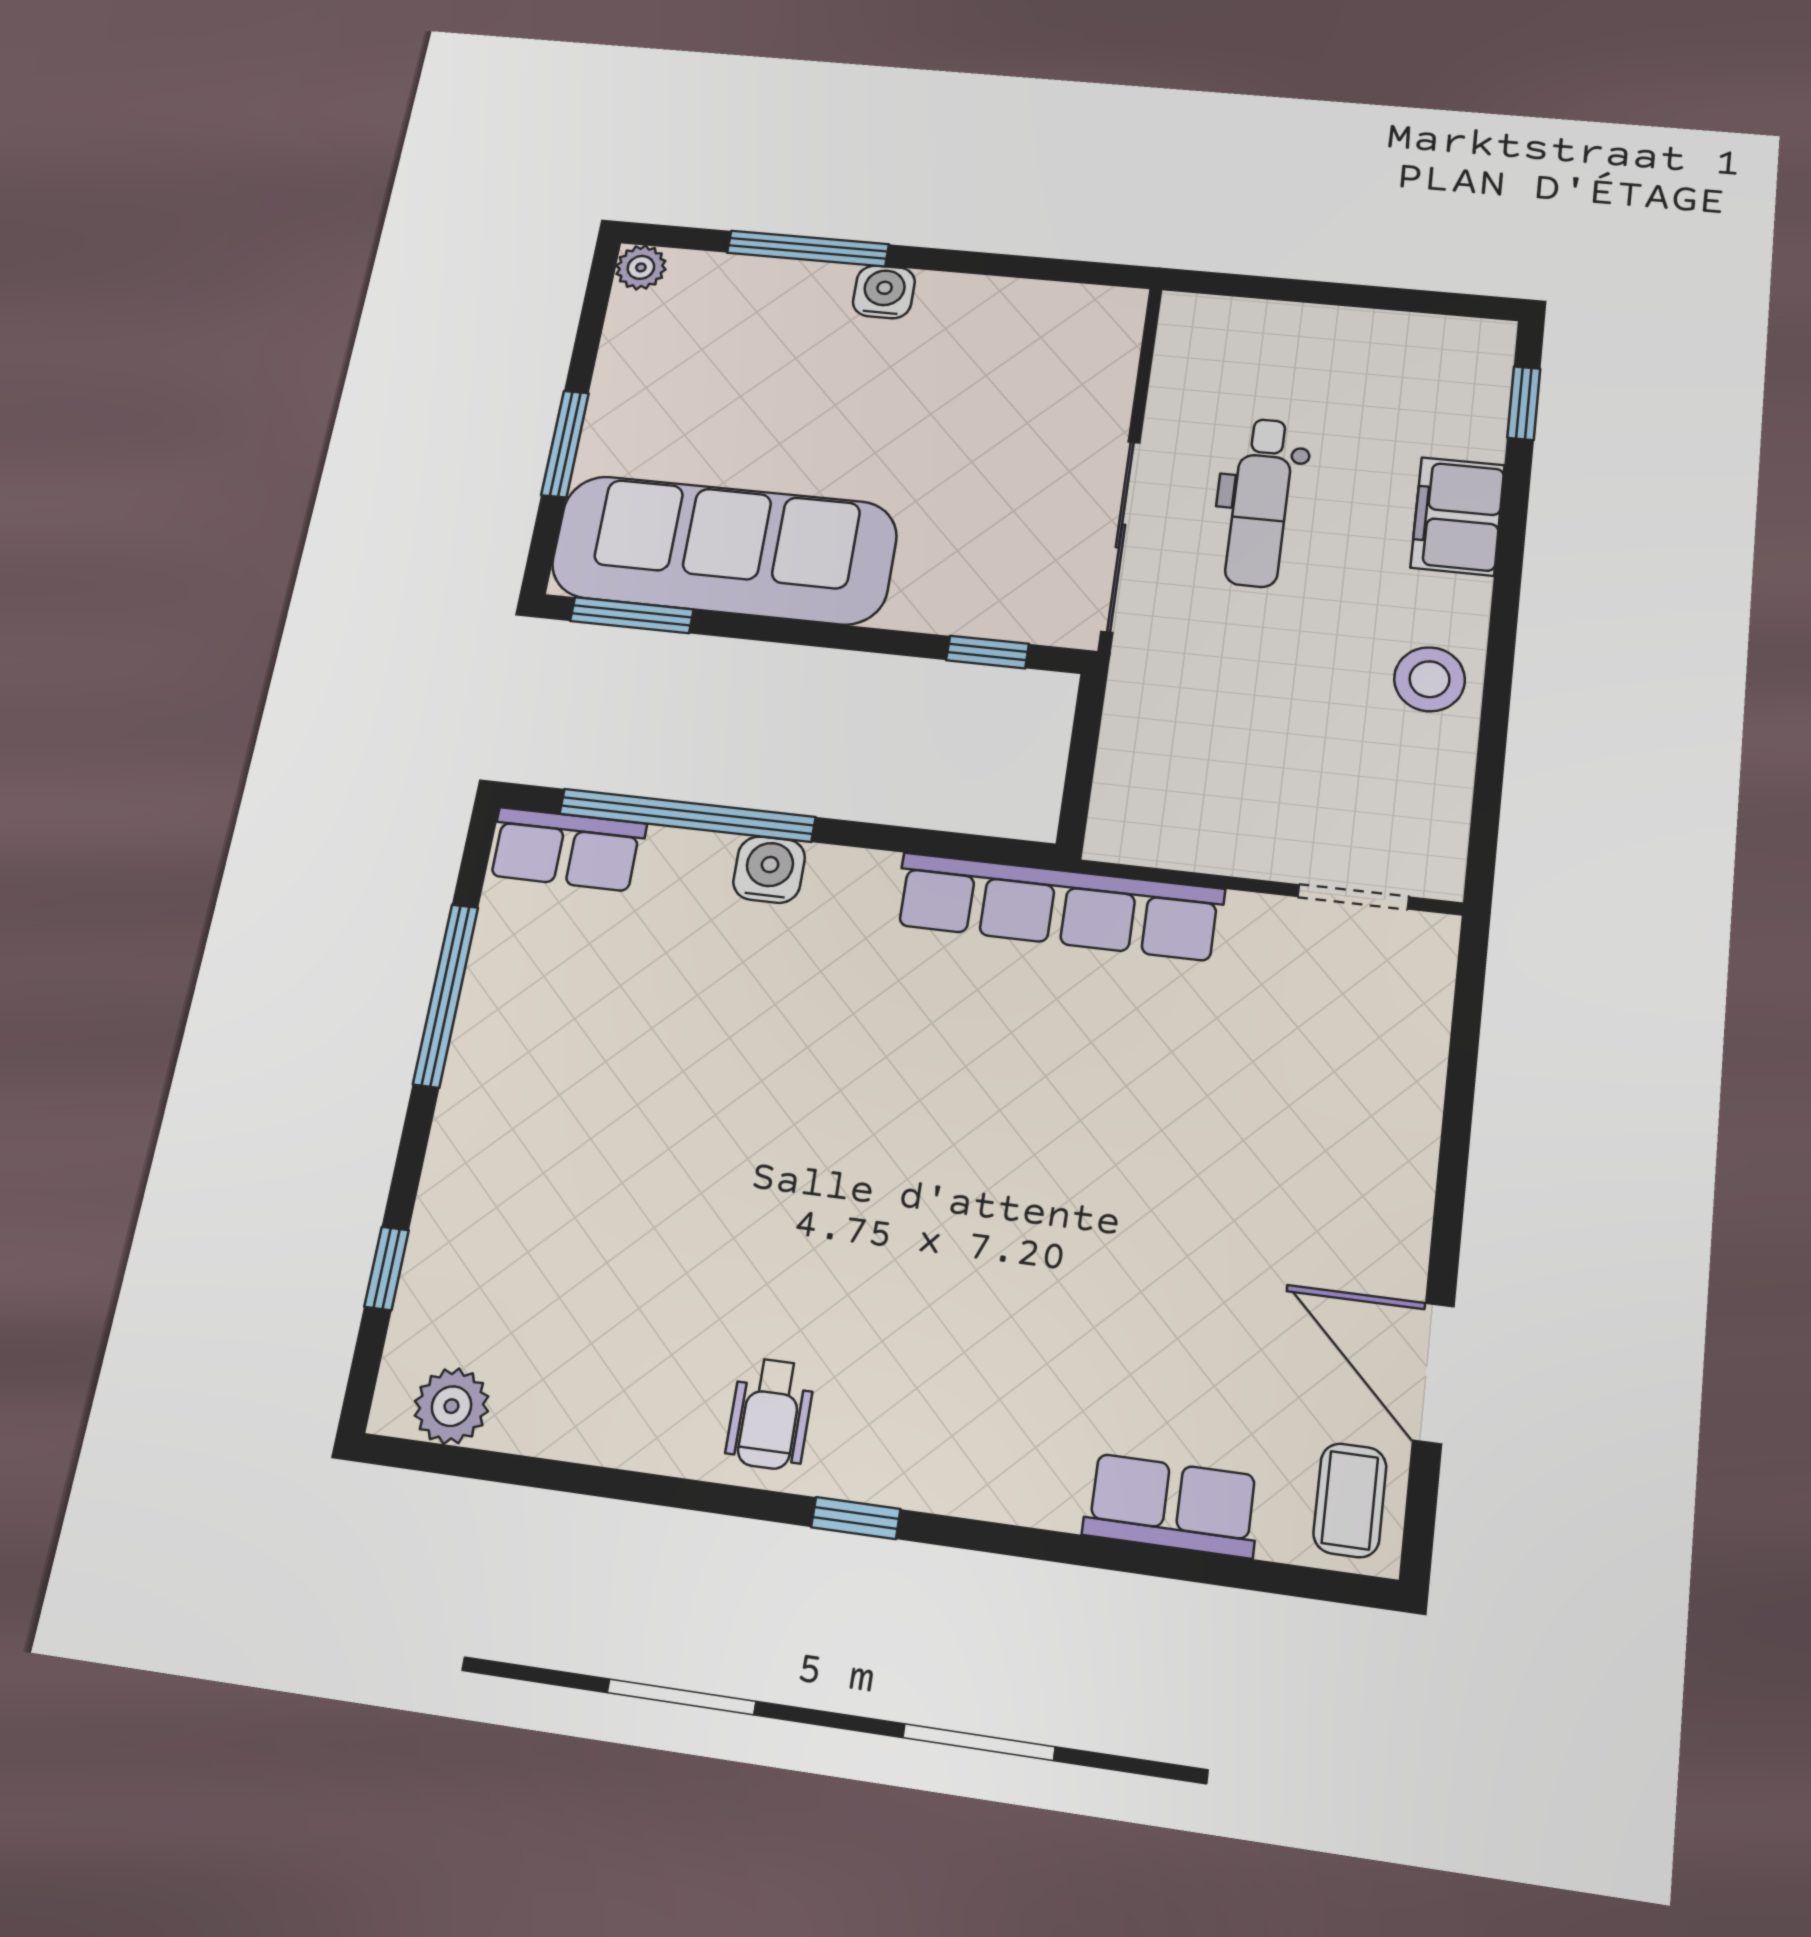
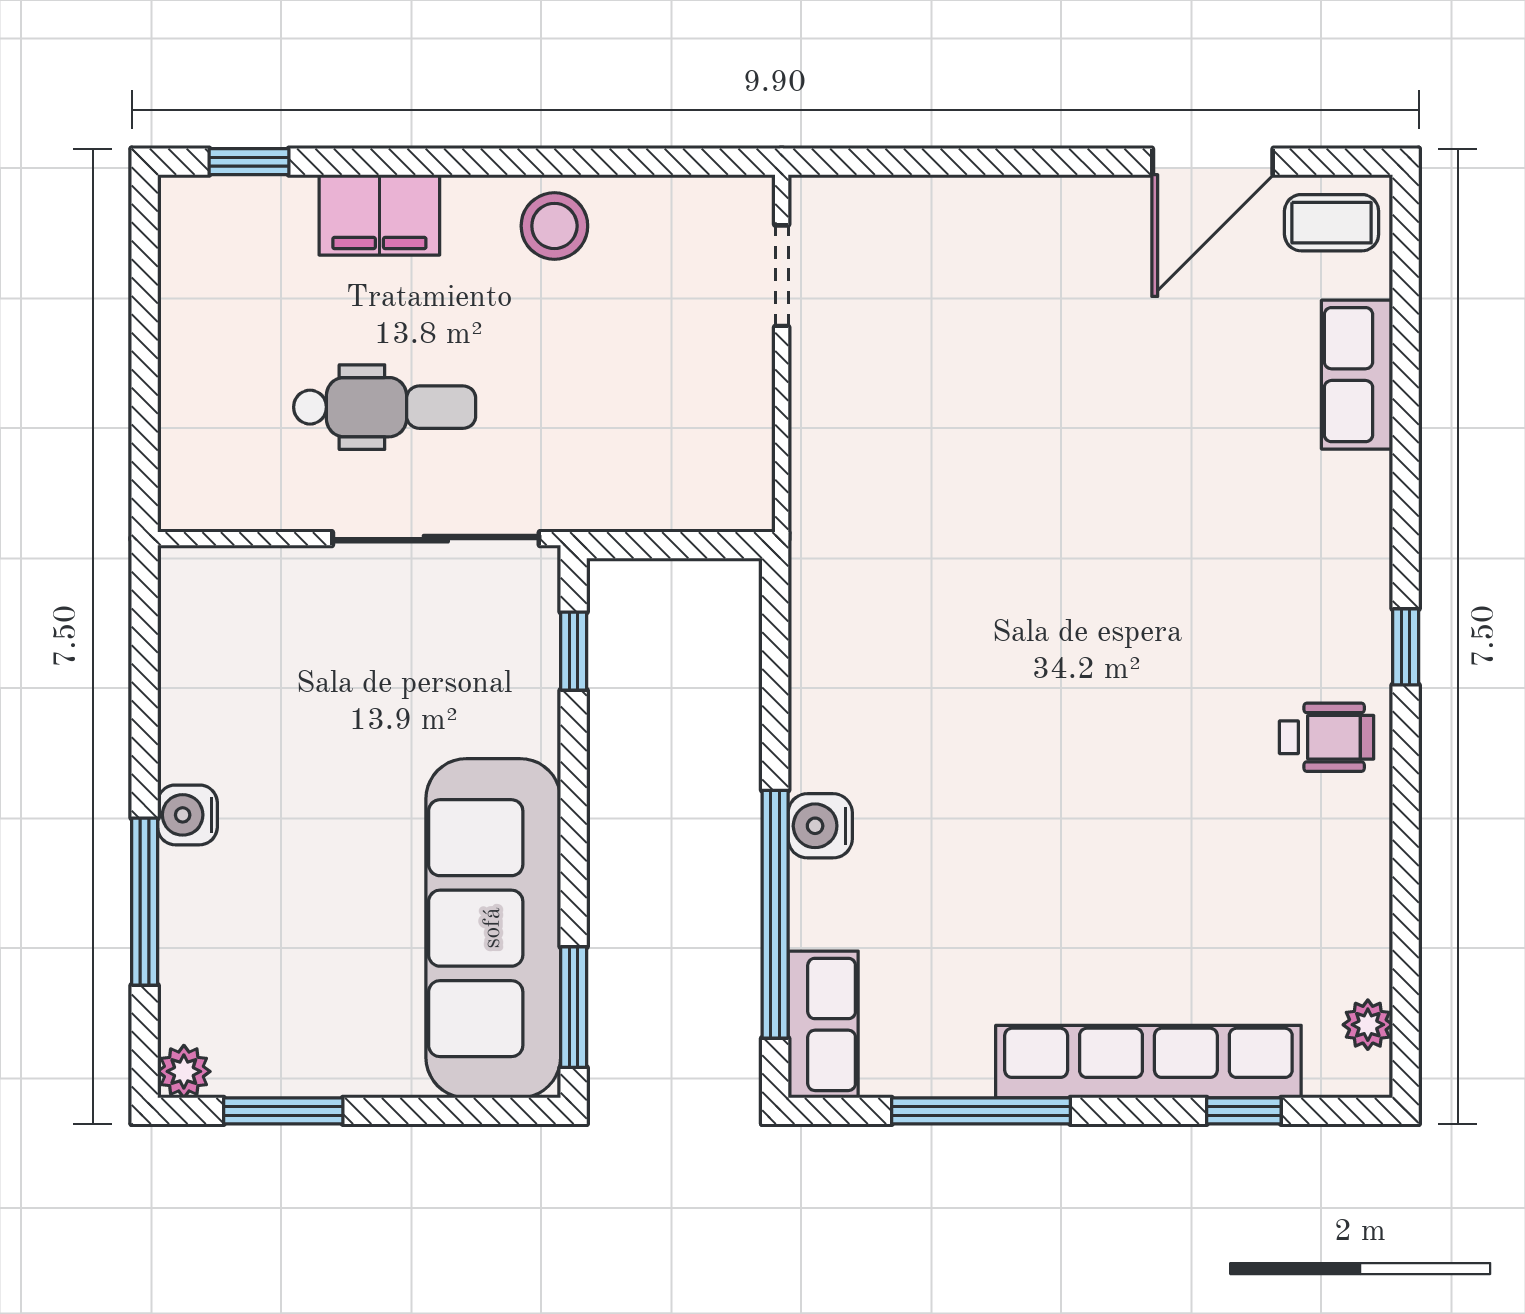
window: (565, 444) -> (283, 1111), moved
row of seats: (1058, 907) -> (1148, 1062), moved, turned -90
plant: (451, 1406) -> (1368, 1025), width x0.73, depth x0.73

